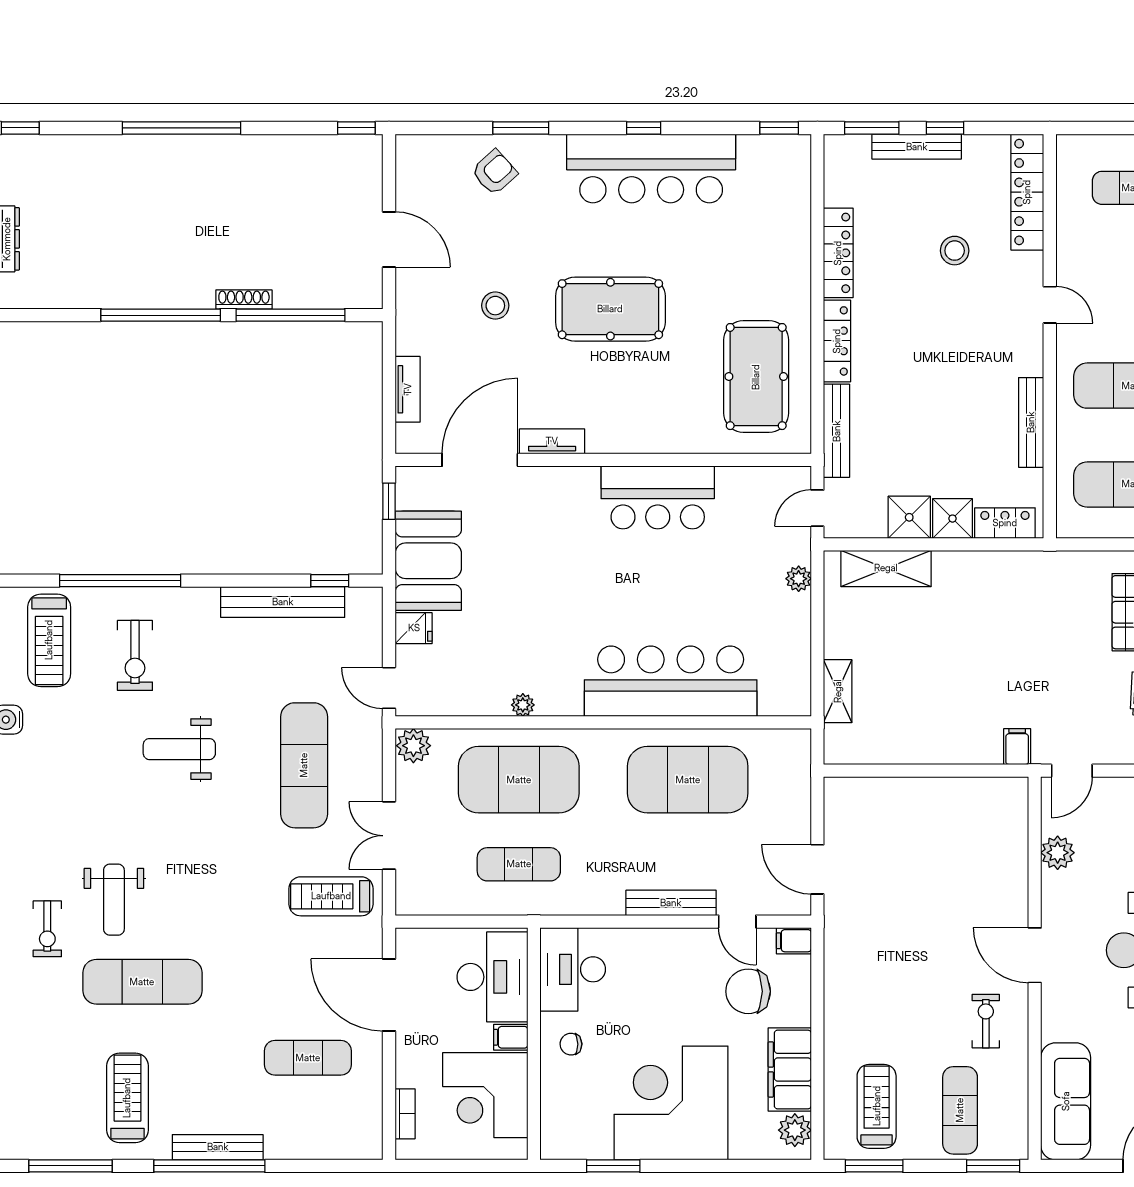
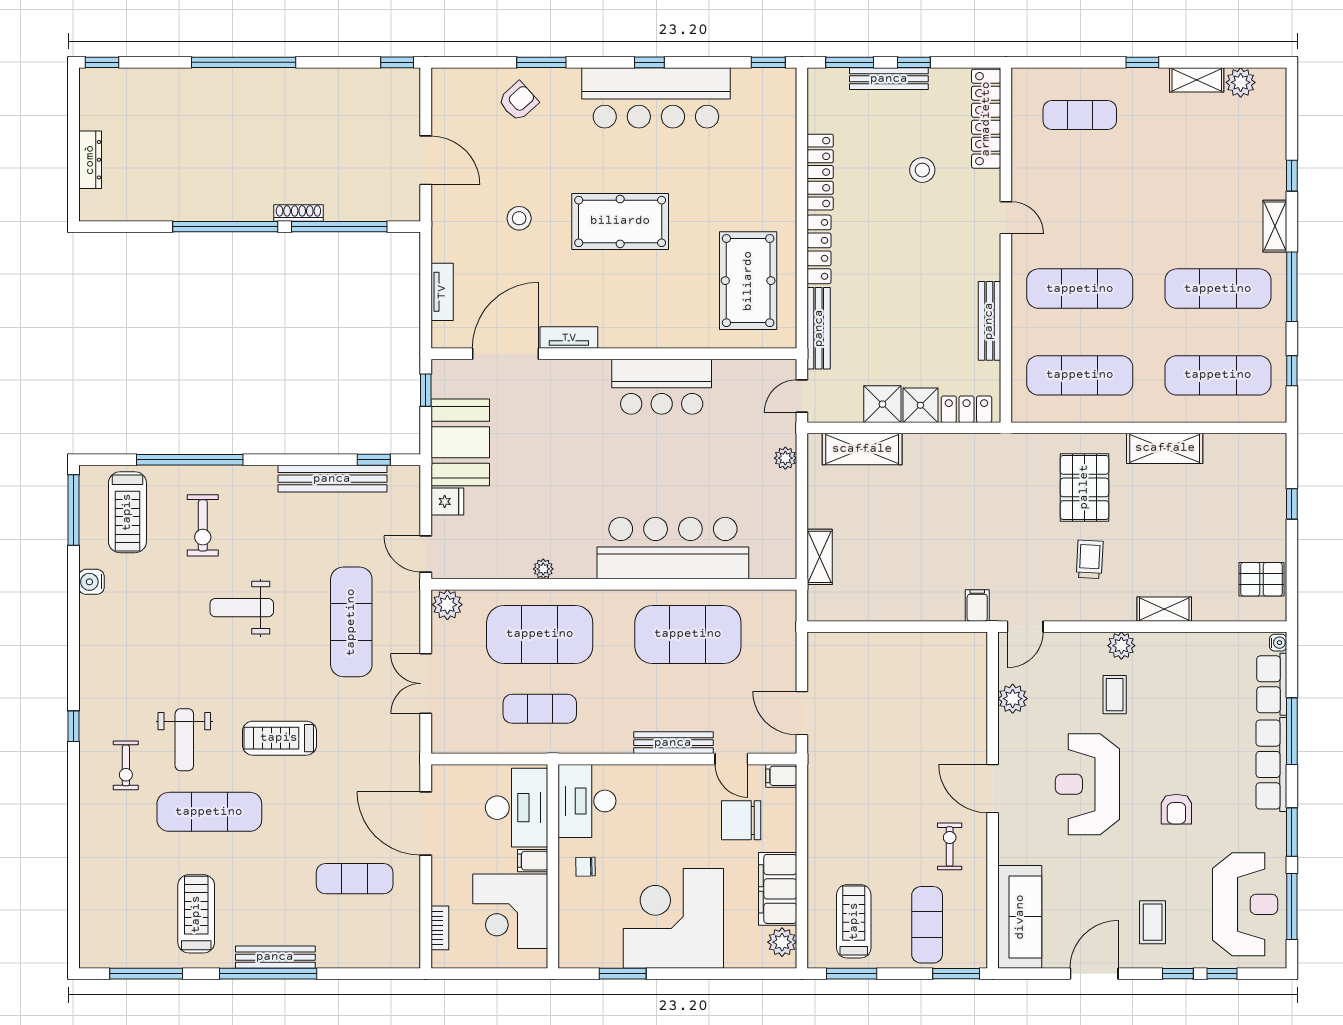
treadmill: (331, 896) -> (279, 738), moved

